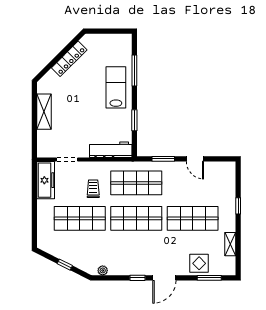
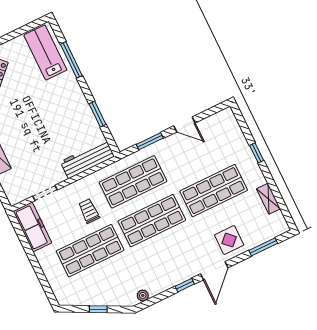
lab bench: (116, 87) -> (45, 53), moved
display table: (199, 263) -> (229, 240), moved

